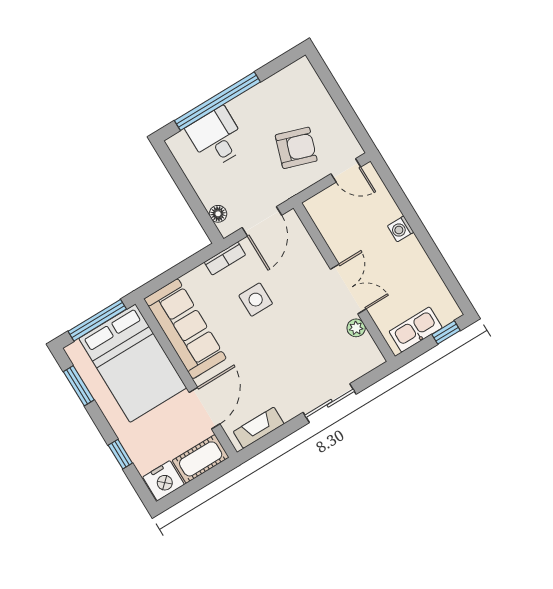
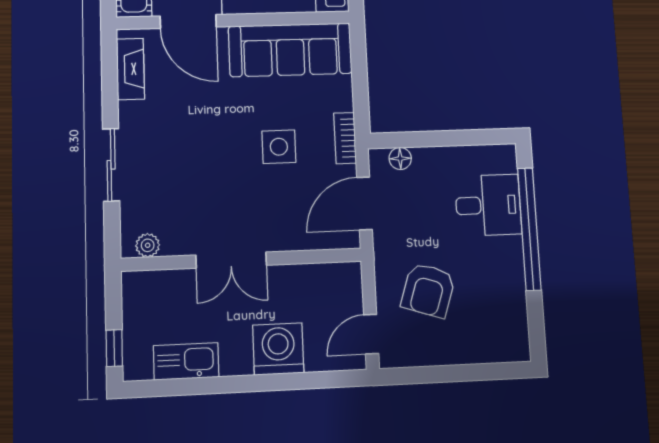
door: (262, 221) -> (365, 203), hinge flipped
washing machine: (401, 229) -> (278, 349), width x1.89, depth x1.89
plant: (356, 328) -> (148, 245), moved
kitchen sink: (416, 330) -> (186, 361), moved, turned -90

